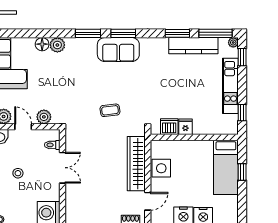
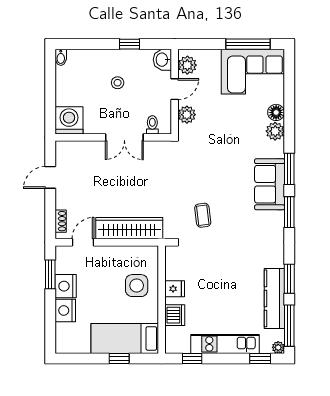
sofa: (118, 50) -> (270, 184), moved
coffee table: (110, 110) -> (203, 215), moved
dishwasher: (169, 127) -> (175, 315), moved
side table: (161, 168) -> (137, 286), moved
door: (148, 201) -> (83, 242), swing flipped

